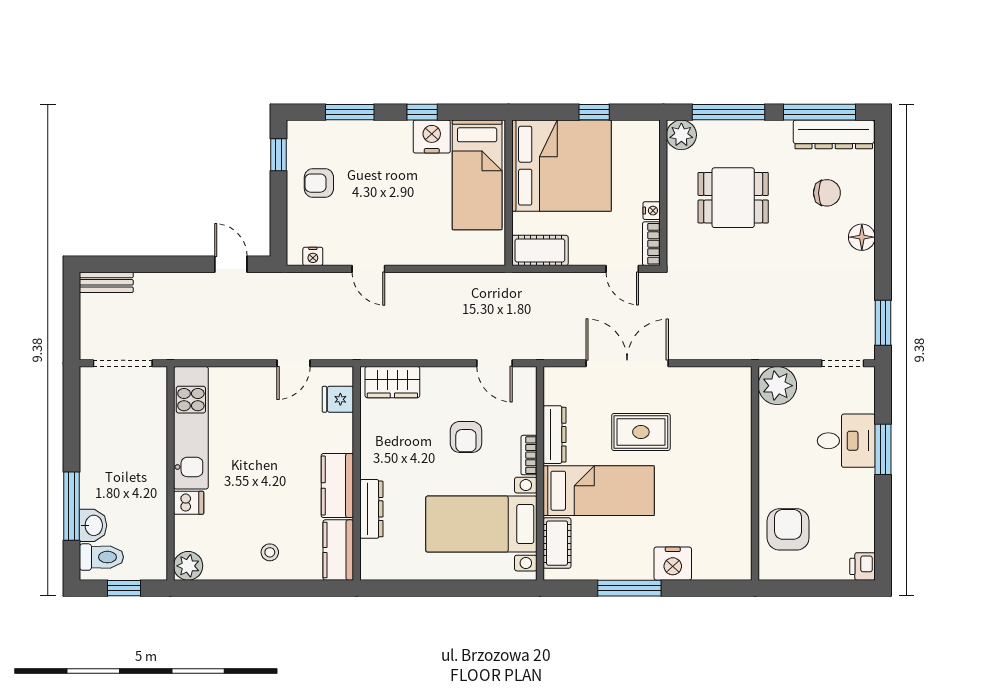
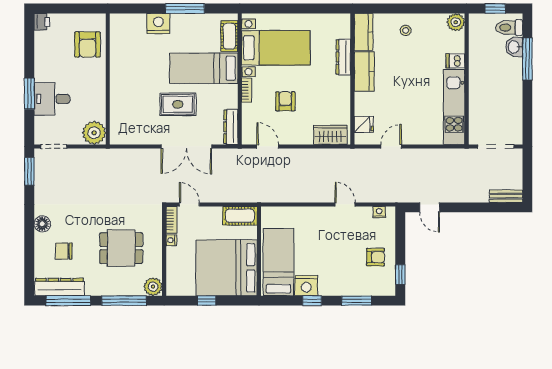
dresser: (555, 435) -> (231, 127), moved

